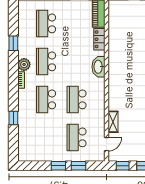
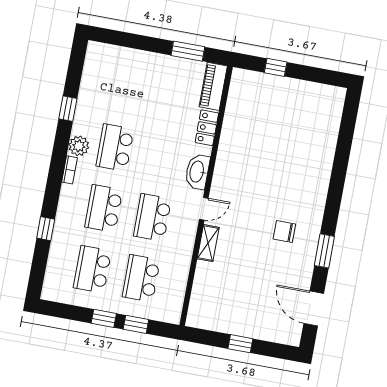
school desk: (46, 23) -> (92, 269), moved
shelving: (113, 122) -> (208, 243), moved
door: (106, 144) -> (204, 209), moved
window: (123, 166) -> (207, 337), removed

